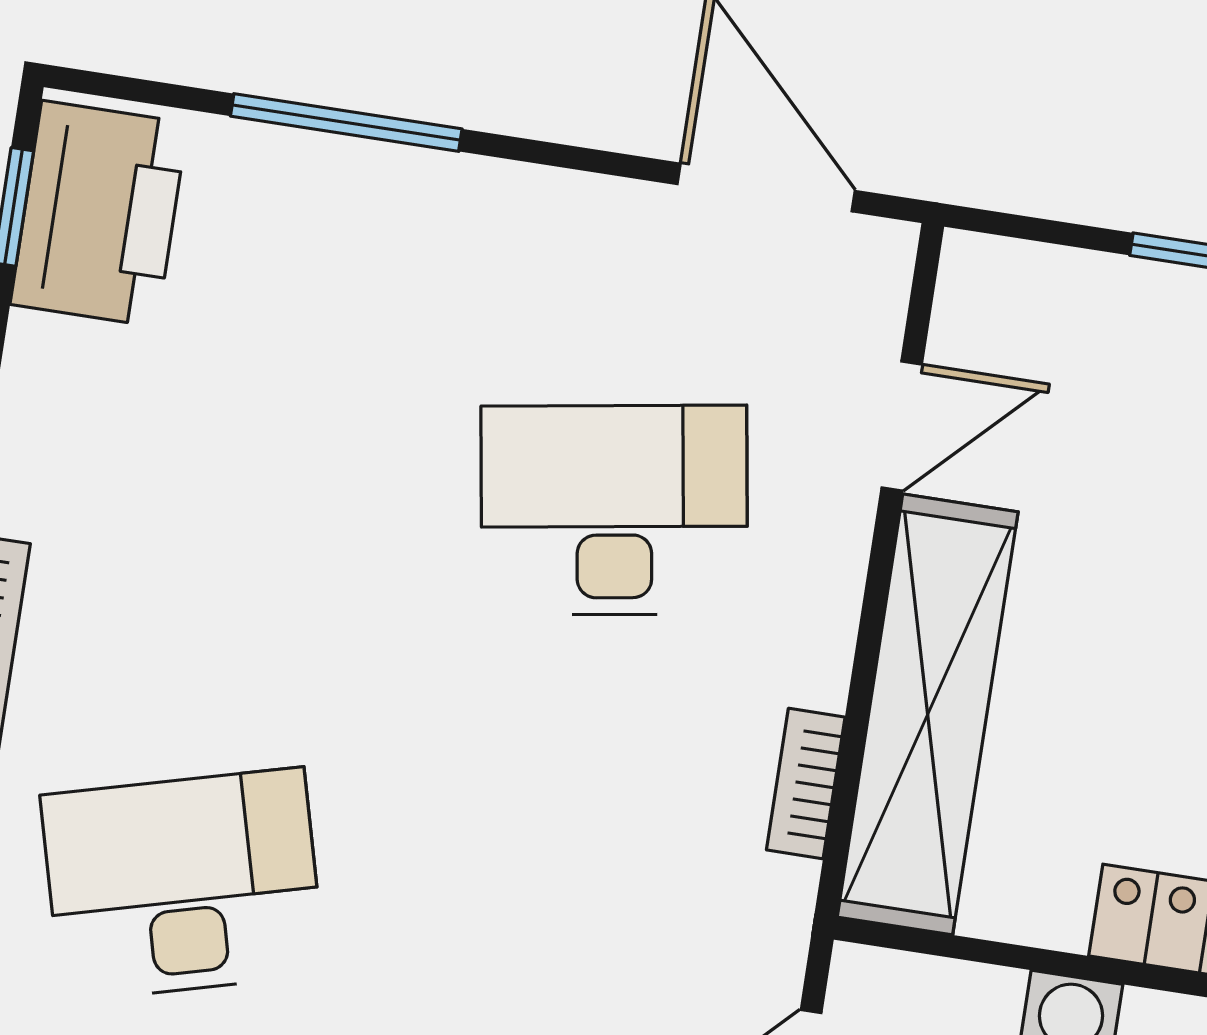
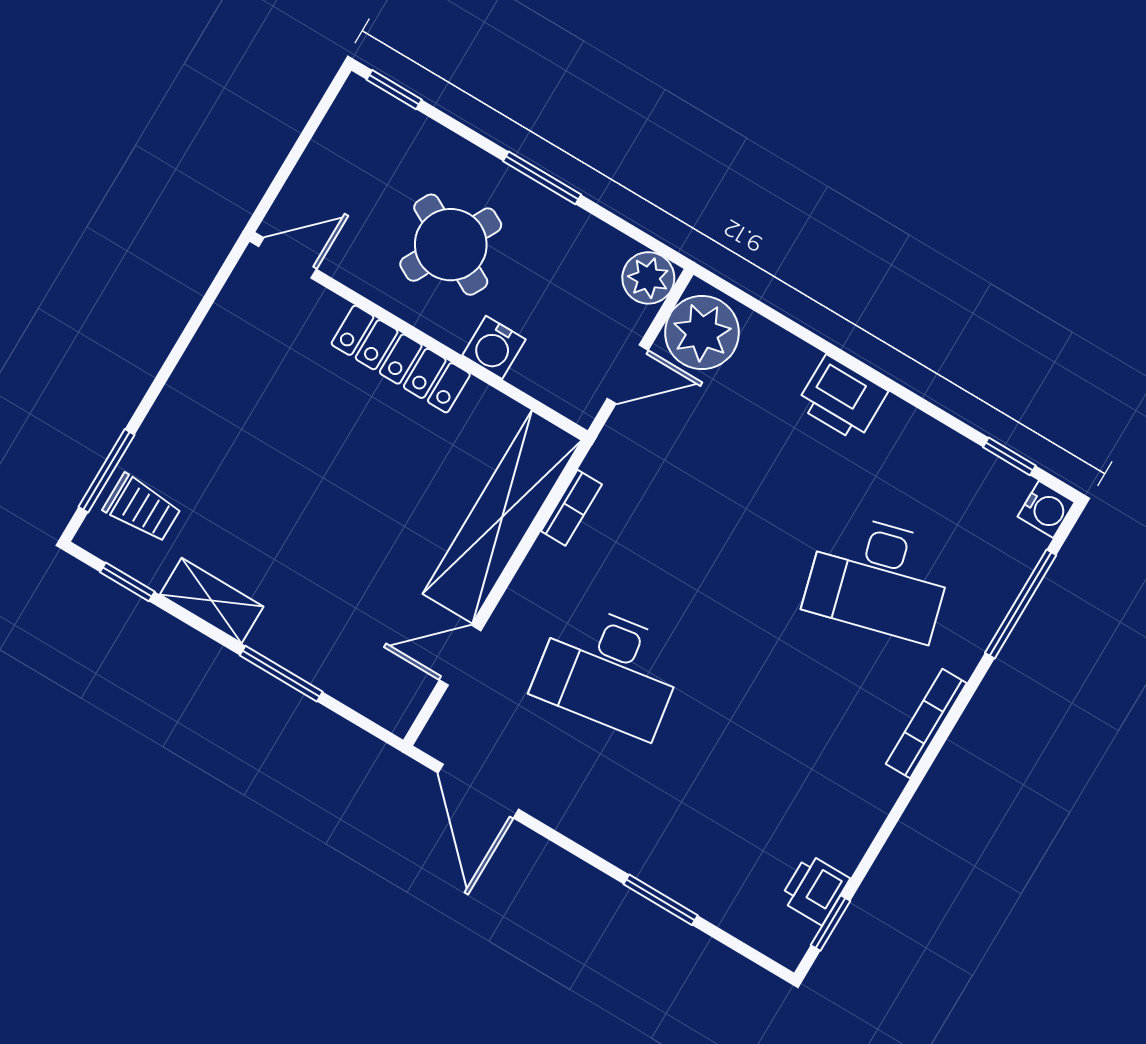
window: (346, 122) -> (661, 900), width x0.69
printer: (99, 214) -> (815, 889), width x0.53, depth x0.68

